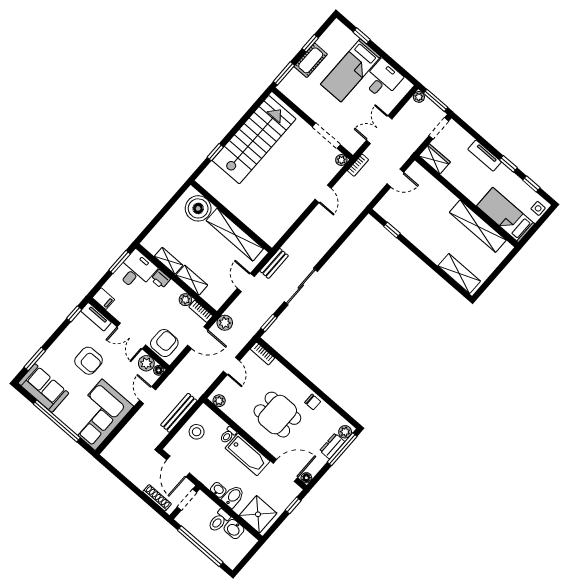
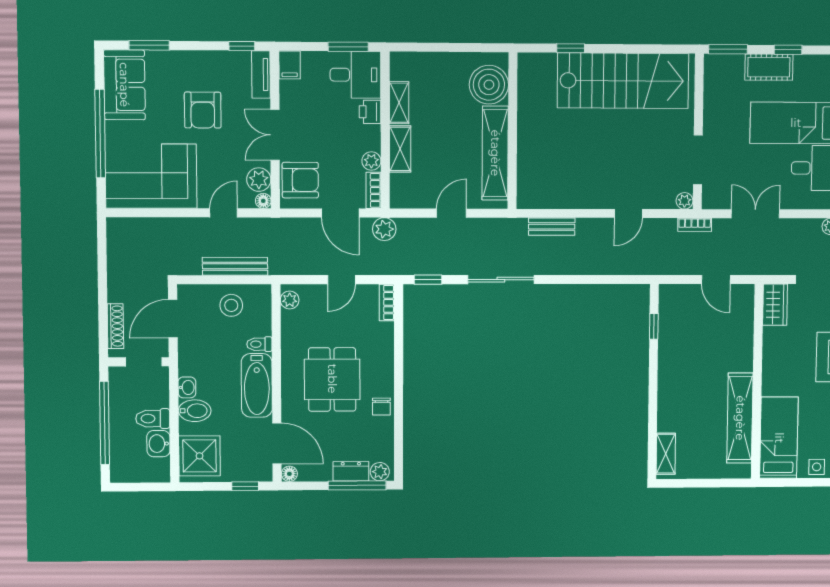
bench: (274, 263) -> (552, 227), moved
shelving: (459, 273) -> (666, 454), width x0.67, depth x0.75

